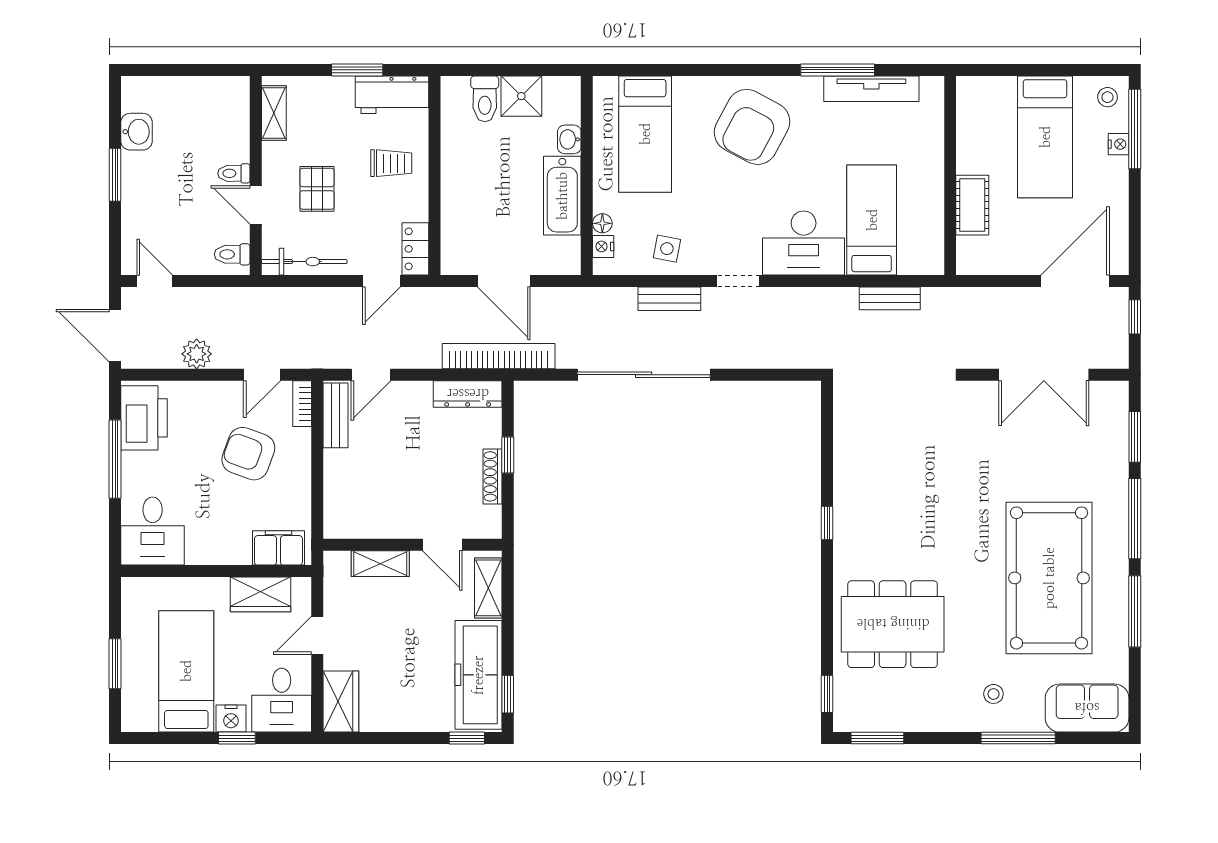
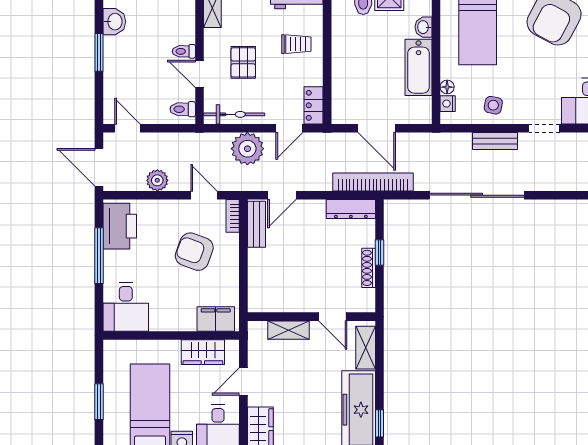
plant: (323, 310) -> (247, 149), added
door: (262, 375) -> (204, 195), swing flipped

